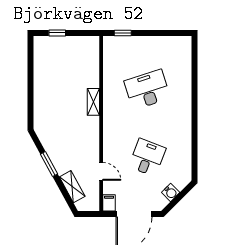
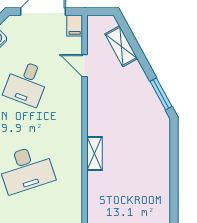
window: (49, 164) -> (161, 94), moved

